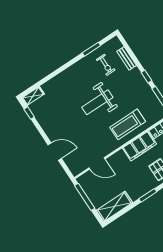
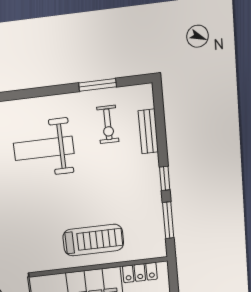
weight bench: (97, 102) -> (44, 148), moved
treadmill: (128, 124) -> (93, 240), turned 180

